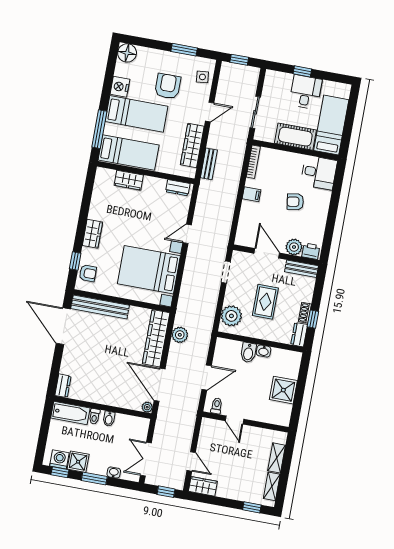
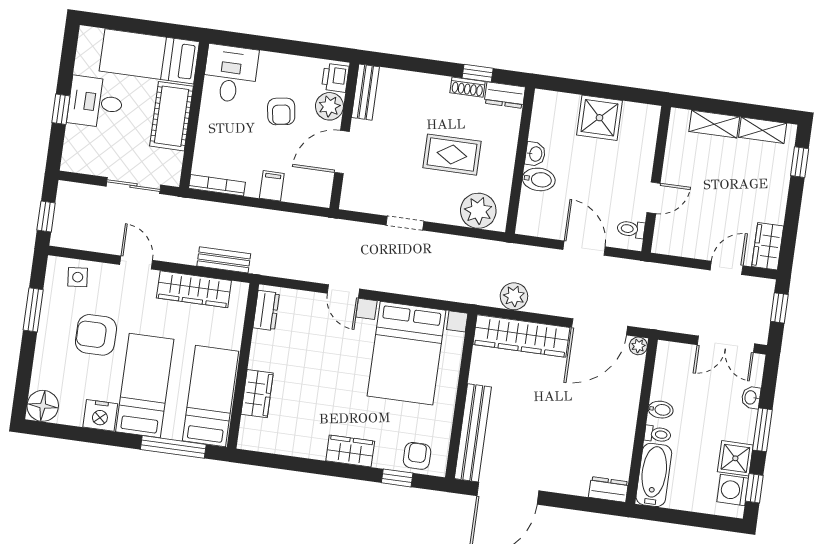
plant: (294, 247) -> (329, 106), moved
printer: (311, 251) -> (335, 78), moved
door: (267, 253) -> (342, 152), moved
wall: (276, 255) -> (344, 136), moved
bench: (302, 269) -> (365, 92), moved

